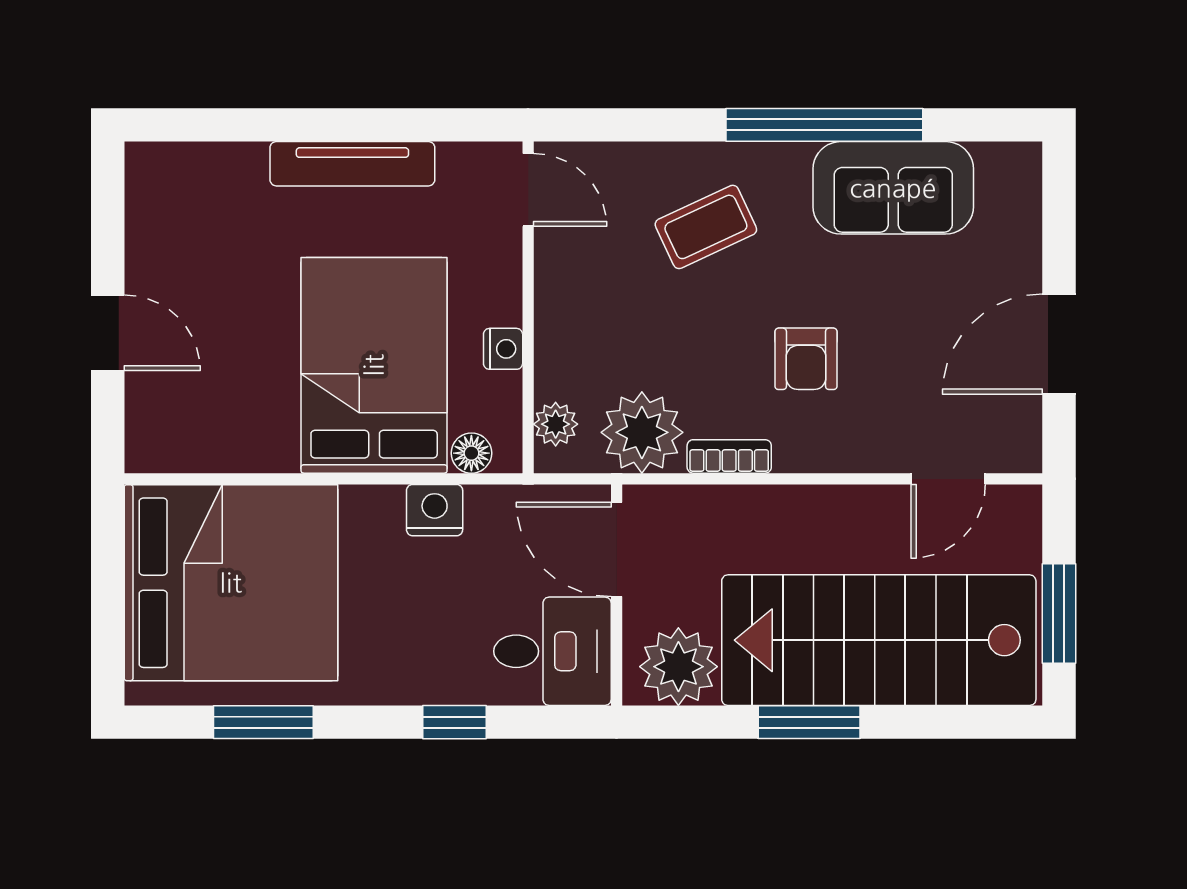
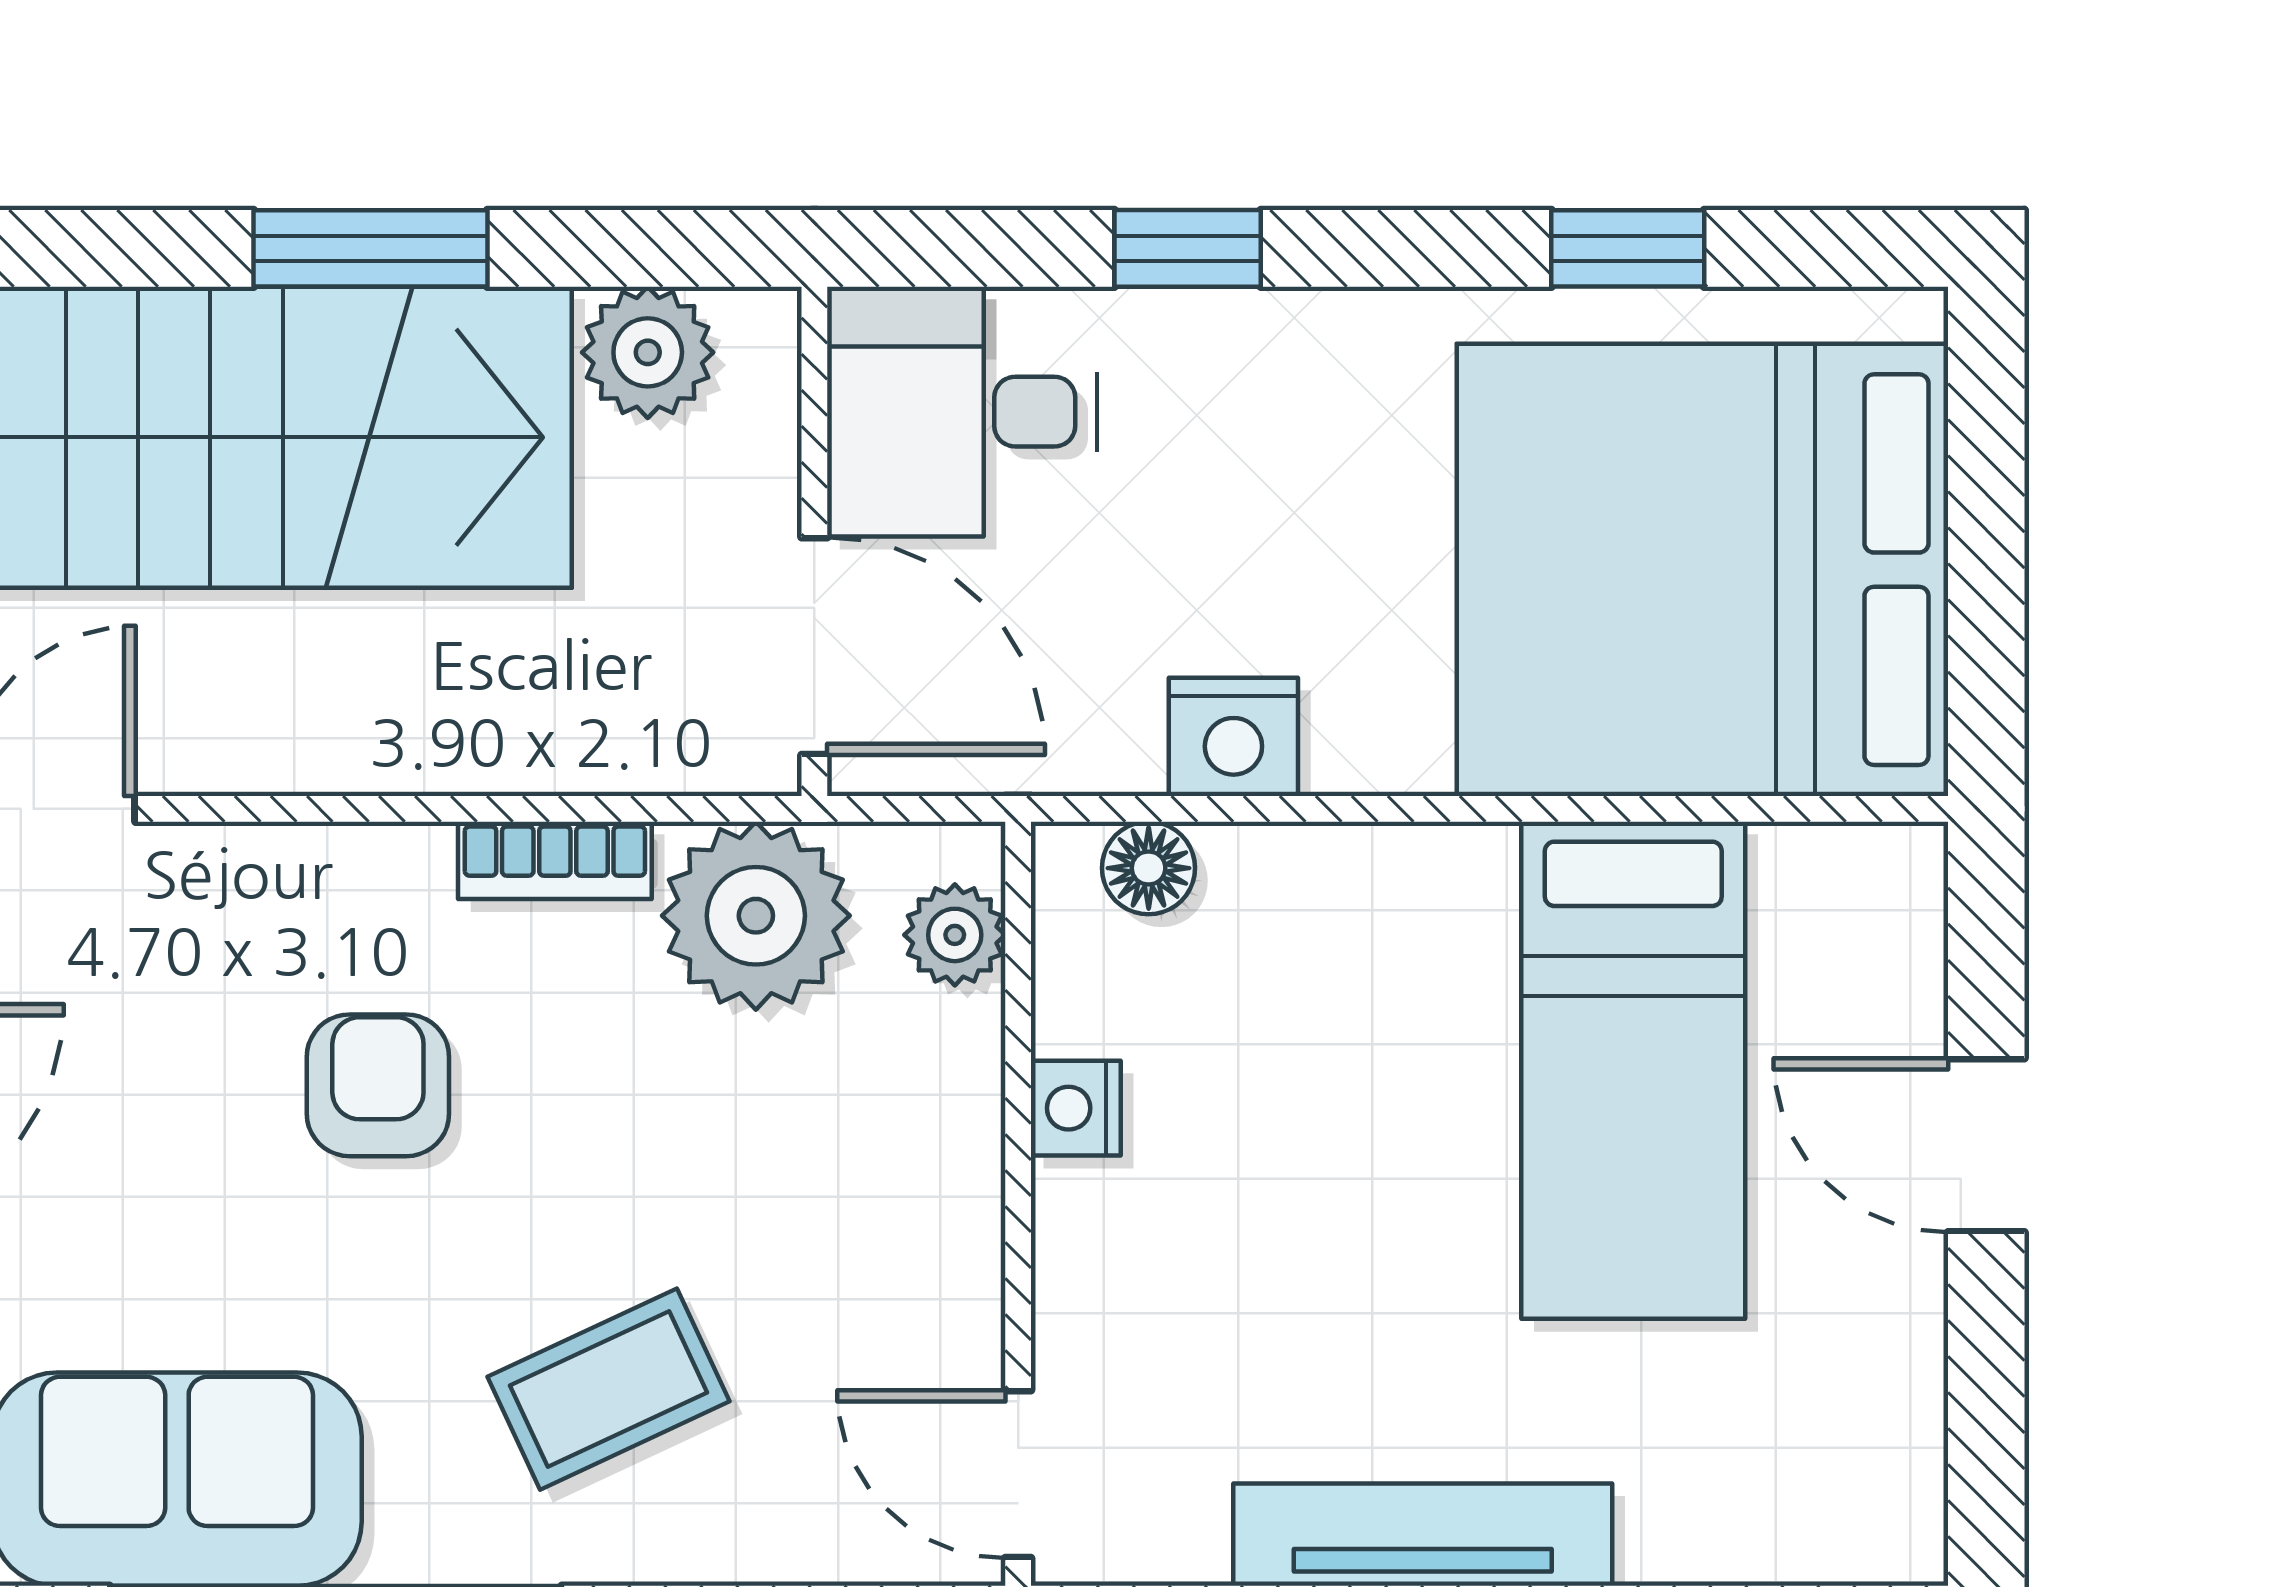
bed: (374, 365) -> (1633, 1070), moved, width x0.67
plant: (678, 667) -> (648, 352), width x0.73, depth x0.73
window: (263, 722) -> (1628, 248), width x0.67

